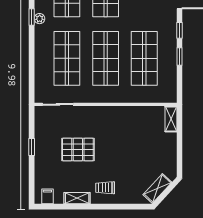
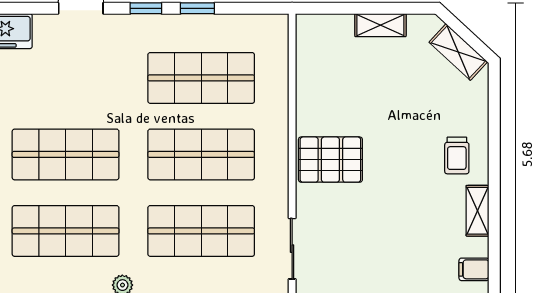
shelving: (171, 119) -> (380, 25), moved
pallet: (78, 149) -> (330, 160), moved, turned 90

